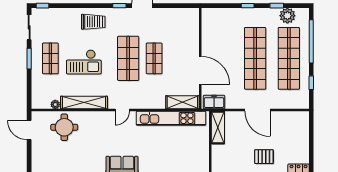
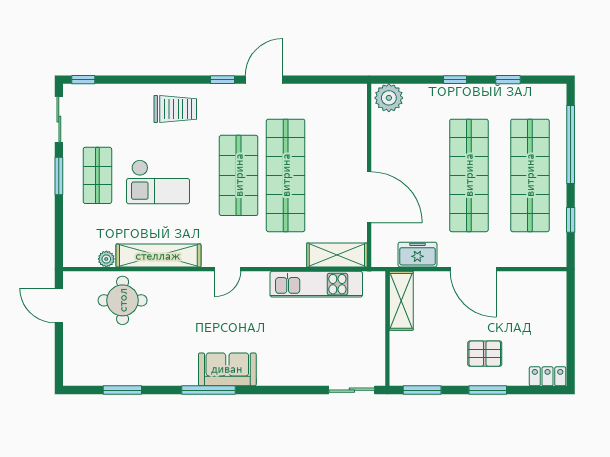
plant: (287, 16) -> (389, 98), moved
shop shelf: (154, 58) -> (286, 175), width x2.00, depth x1.36
freezer: (214, 102) -> (417, 255), moved
kitchen unit: (171, 118) -> (316, 284), width x0.73

